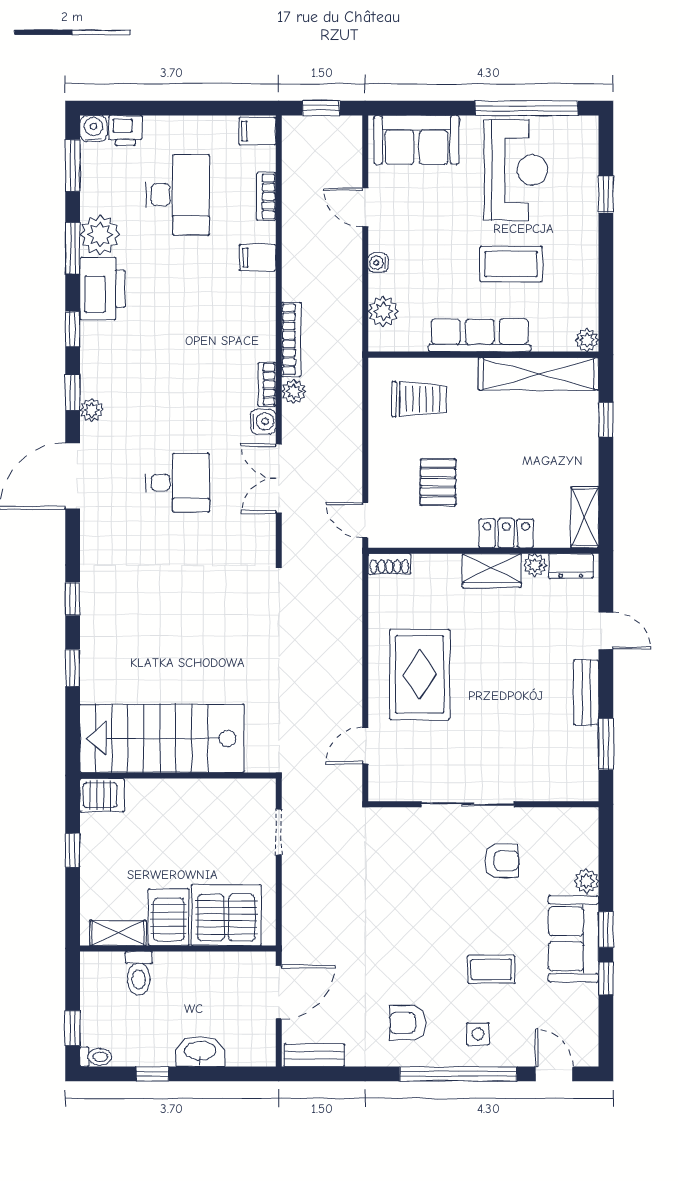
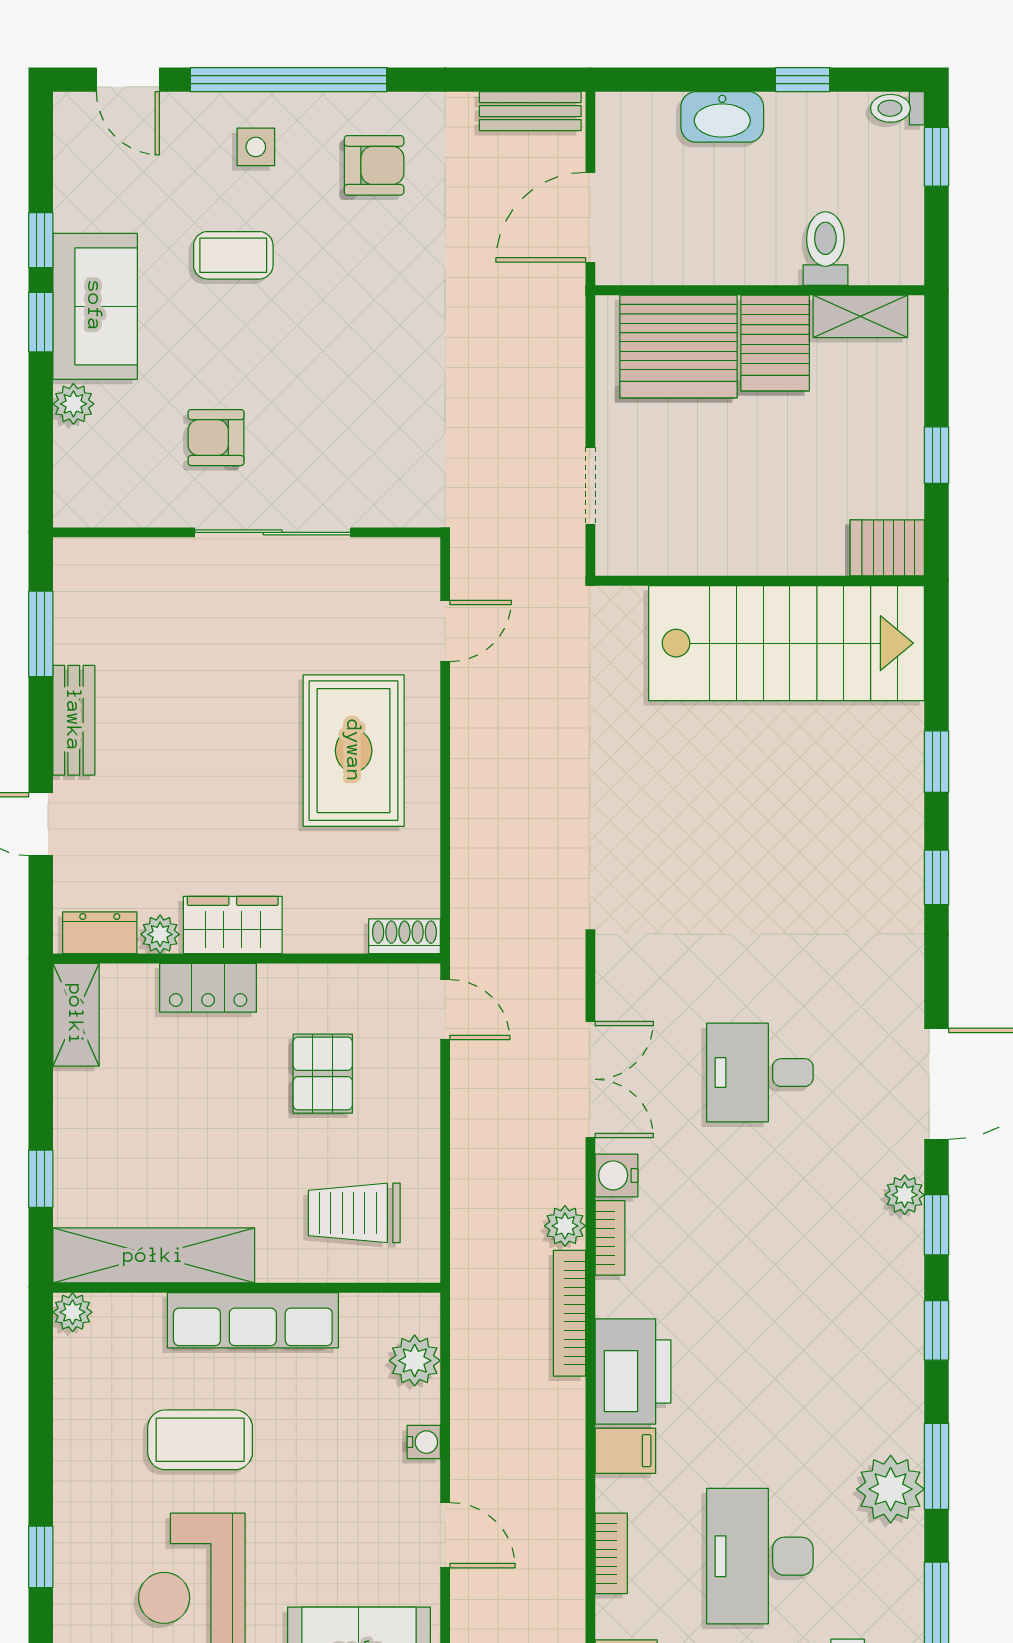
printer: (102, 289) -> (633, 1372), moved, turned 180

